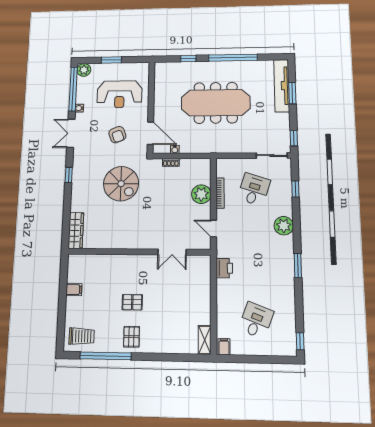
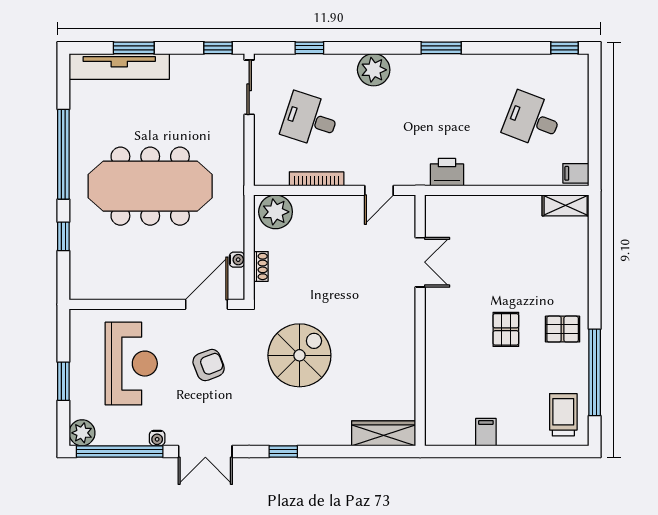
meeting table: (216, 103) -> (150, 186), turned 90
plant: (201, 194) -> (276, 212), moved

